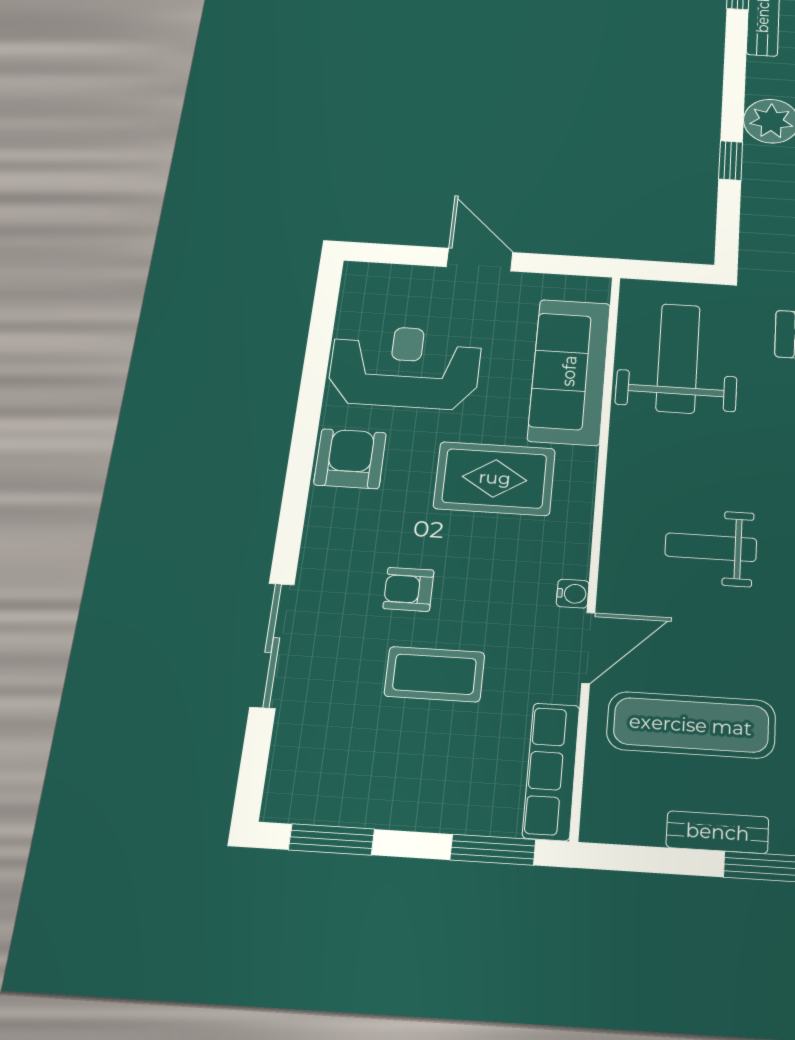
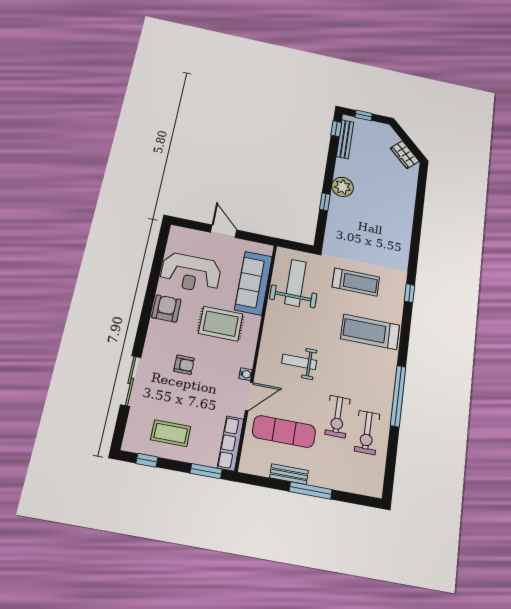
reception desk: (405, 367) -> (191, 273), turned 180
armchair: (409, 589) -> (184, 365), turned 180
coffee table: (435, 674) -> (171, 433), moved
window: (332, 839) -> (147, 460), width x0.67

